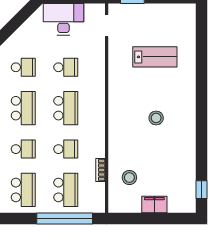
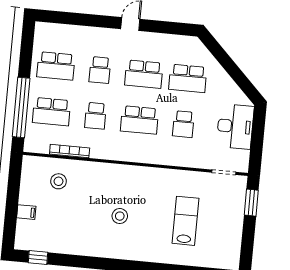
lab bench: (155, 57) -> (185, 221), turned 180
school desk: (23, 67) -> (188, 78), width x1.85
bookcase: (101, 170) -> (70, 151), width x1.56
filing cabinet: (154, 204) -> (26, 212), width x0.50

